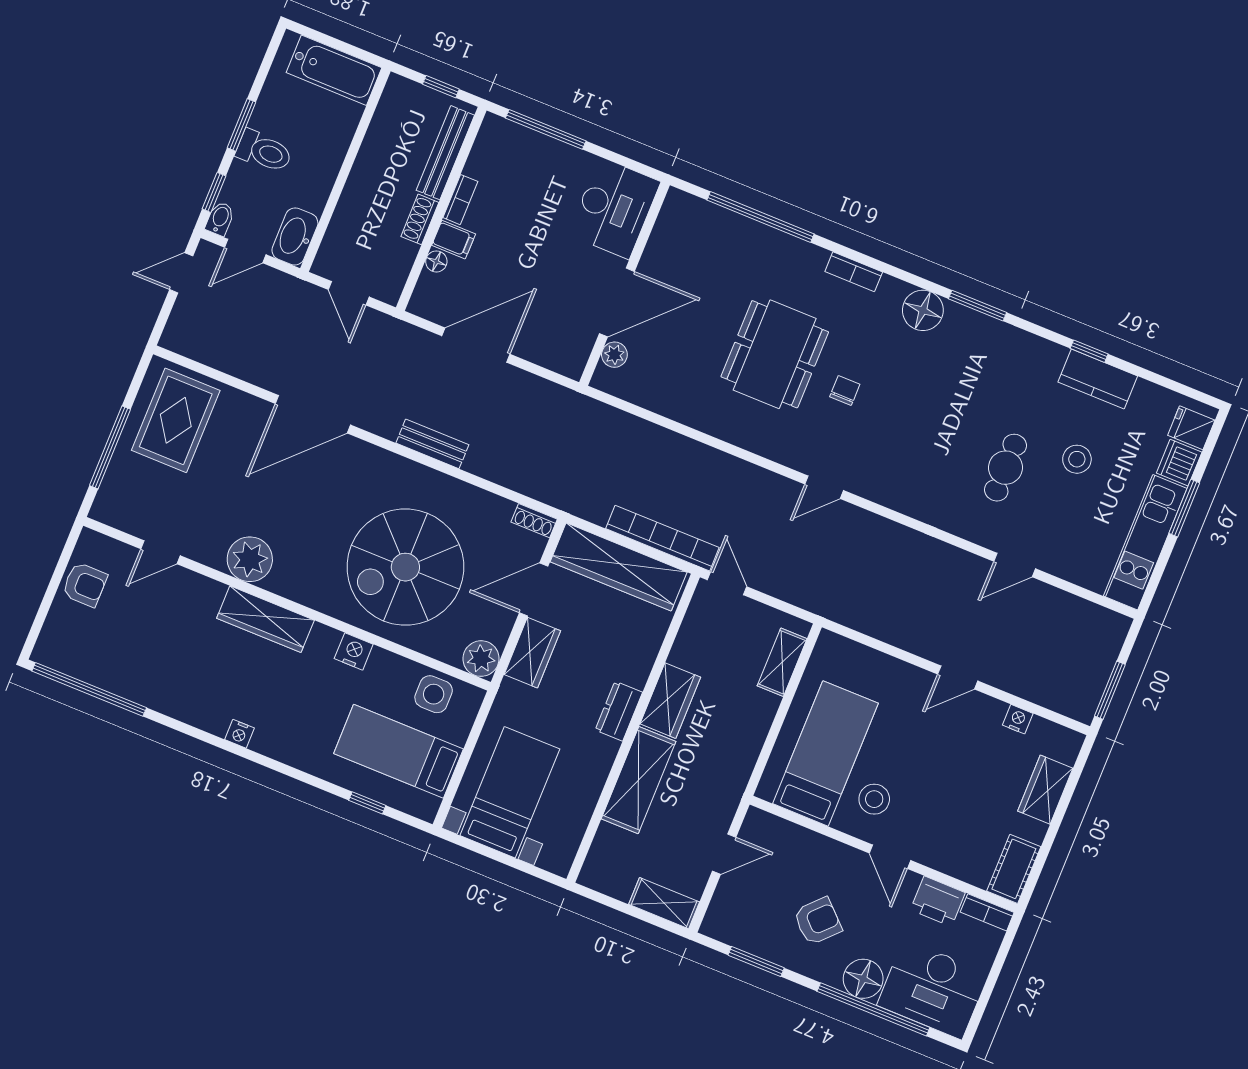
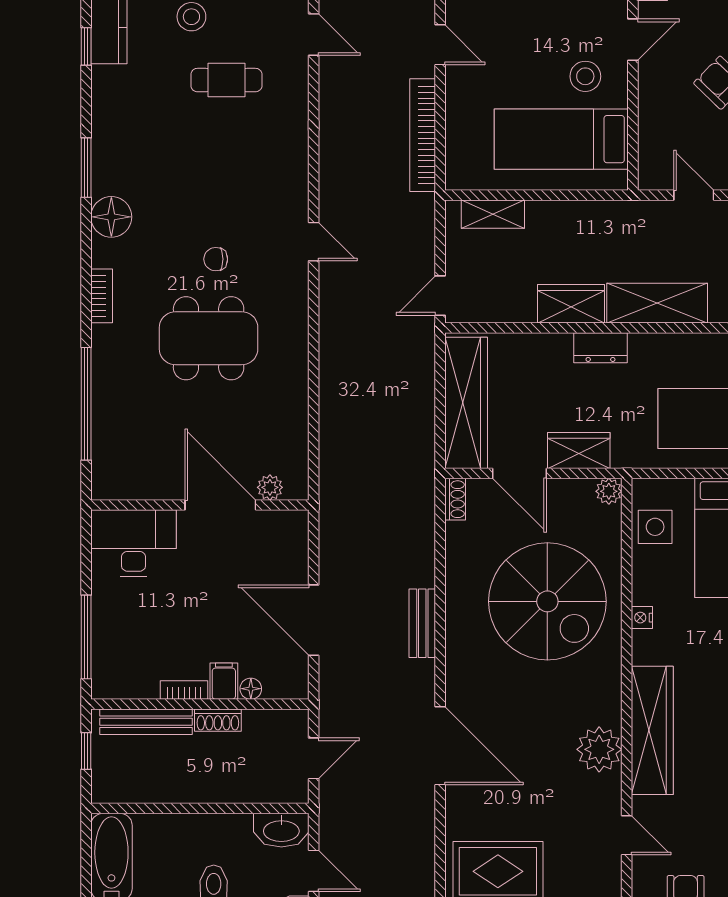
bookcase: (662, 538) -> (423, 135), moved
wardrobe: (265, 619) -> (652, 730), width x1.40, depth x1.17
nightstand: (354, 651) -> (642, 618), width x0.72, depth x0.74
plant: (481, 659) -> (609, 491), width x0.73, depth x0.73

